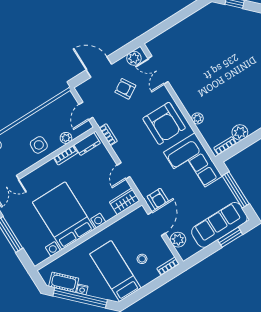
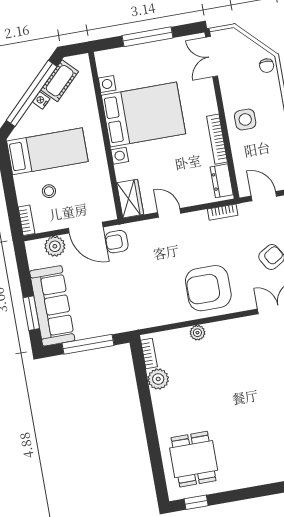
plant: (66, 138) -> (240, 157), removed
bookcase: (66, 155) -> (217, 139), width x1.56
corner sofa: (193, 164) -> (142, 304), removed

